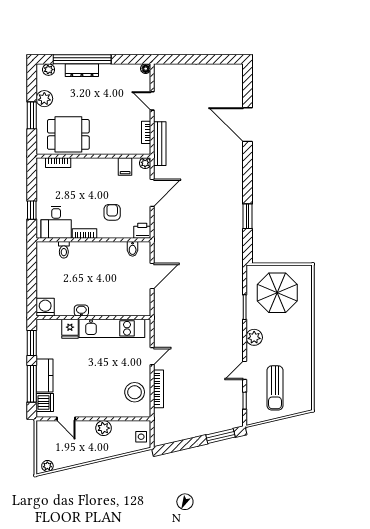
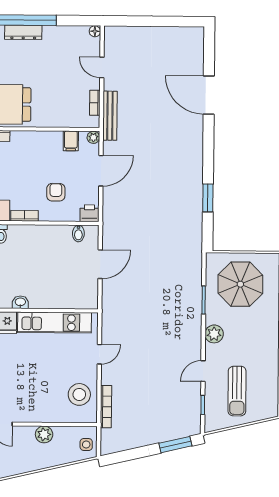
bookcase: (158, 389) -> (106, 407), moved

